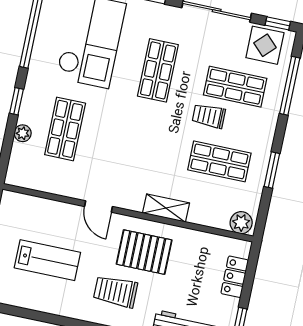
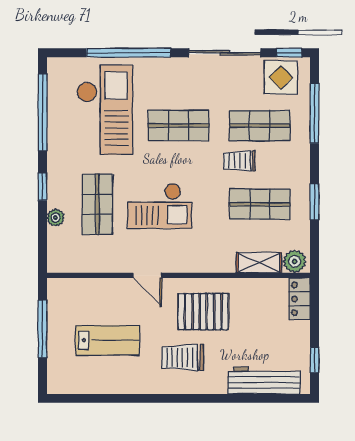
shop shelf: (158, 70) -> (179, 126), turned 90
checkout: (124, 143) -> (160, 206), added
shelving: (166, 208) -> (259, 263), moved
locker: (235, 277) -> (300, 299), moved

